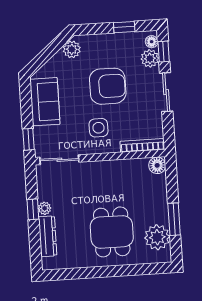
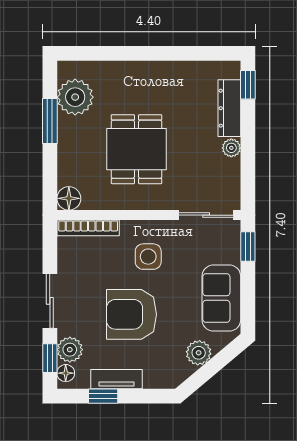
tv unit: (115, 40) -> (117, 379), added
plant: (72, 49) -> (199, 353), moved
window: (33, 209) -> (248, 85), moved
dining table: (112, 232) -> (137, 149), moved

